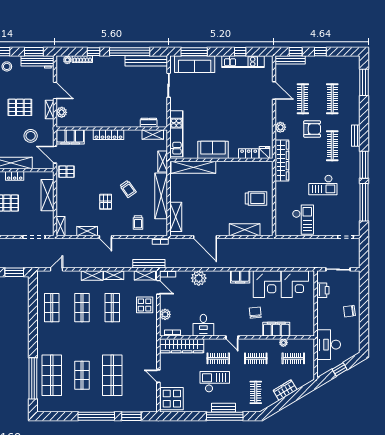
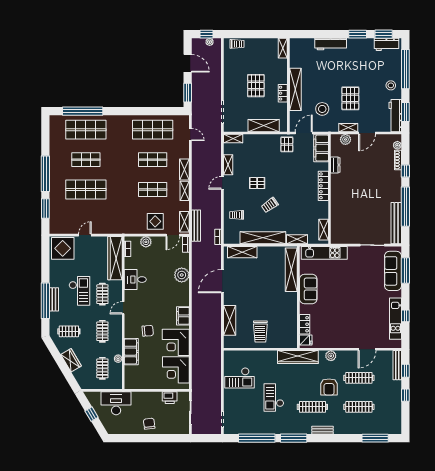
dresser: (149, 123) -> (335, 165), moved
shop shelf: (52, 308) -> (153, 130), width x1.43, depth x1.36

